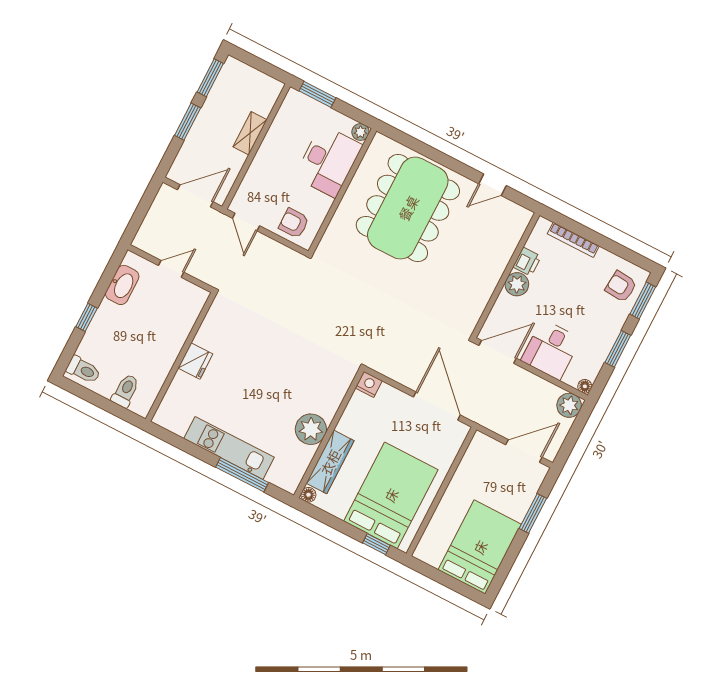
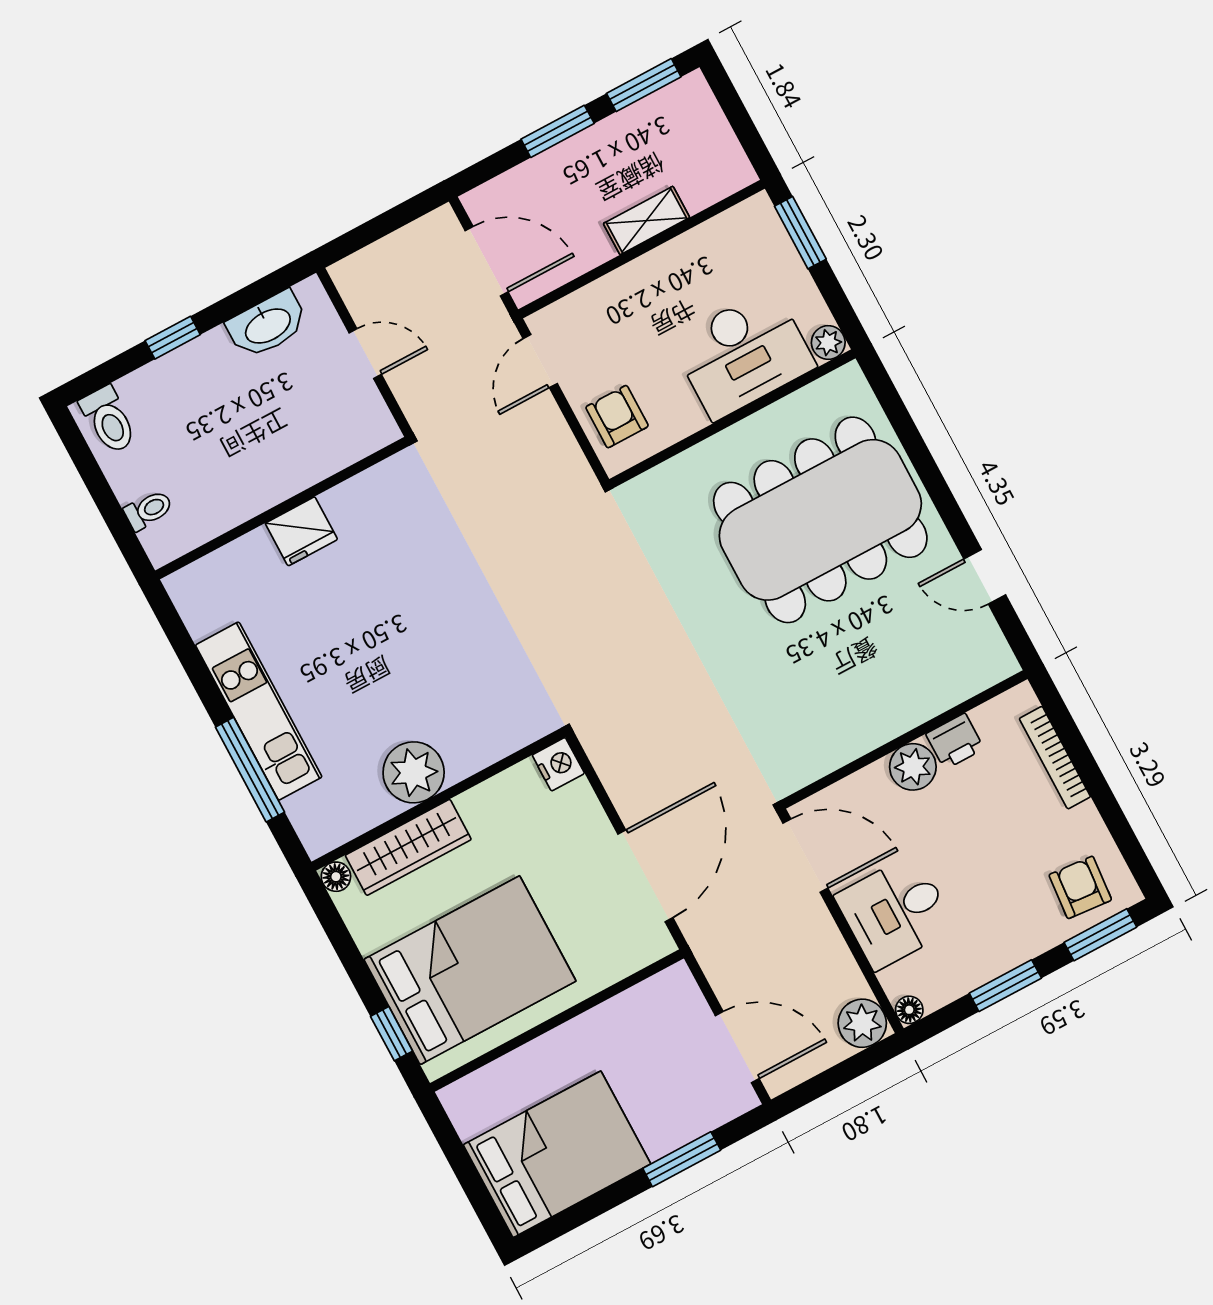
toilet: (125, 391) -> (148, 510), width x0.73, depth x0.72

